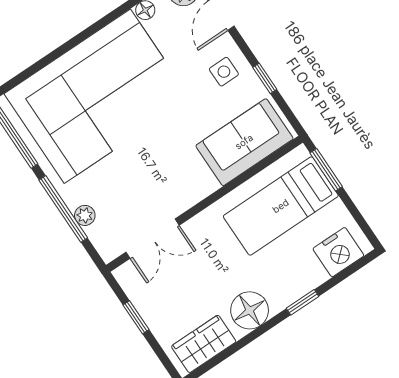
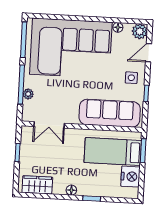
sofa: (244, 142) -> (110, 113), width x1.36
nightstand: (338, 252) -> (130, 177), moved, turned -90
floor lamp: (250, 310) -> (71, 190), width x0.53, depth x0.53

